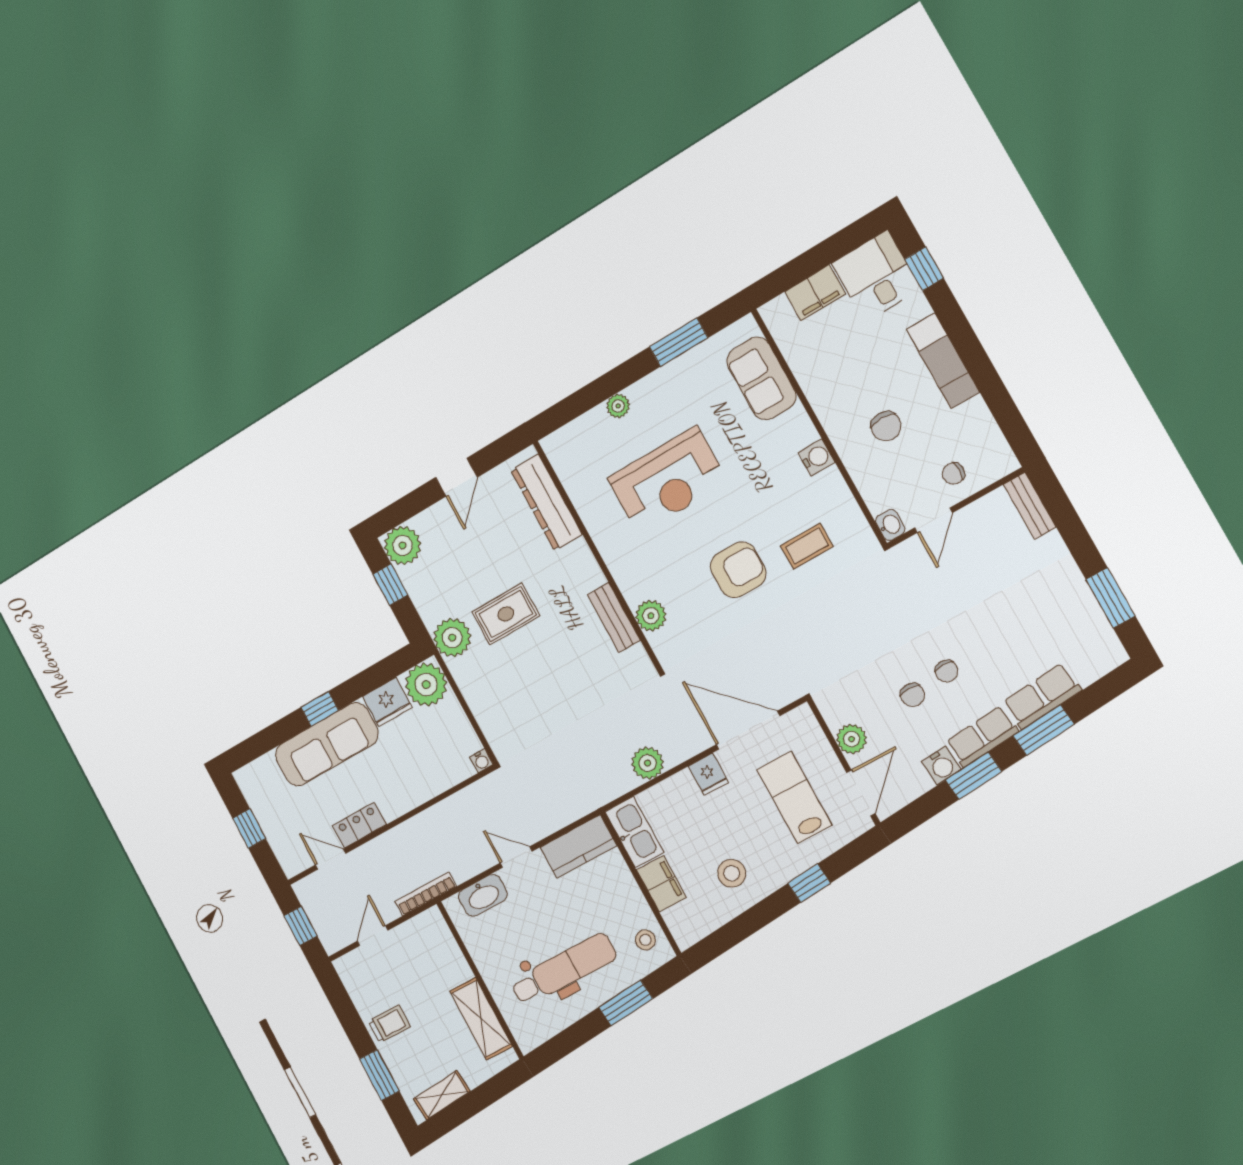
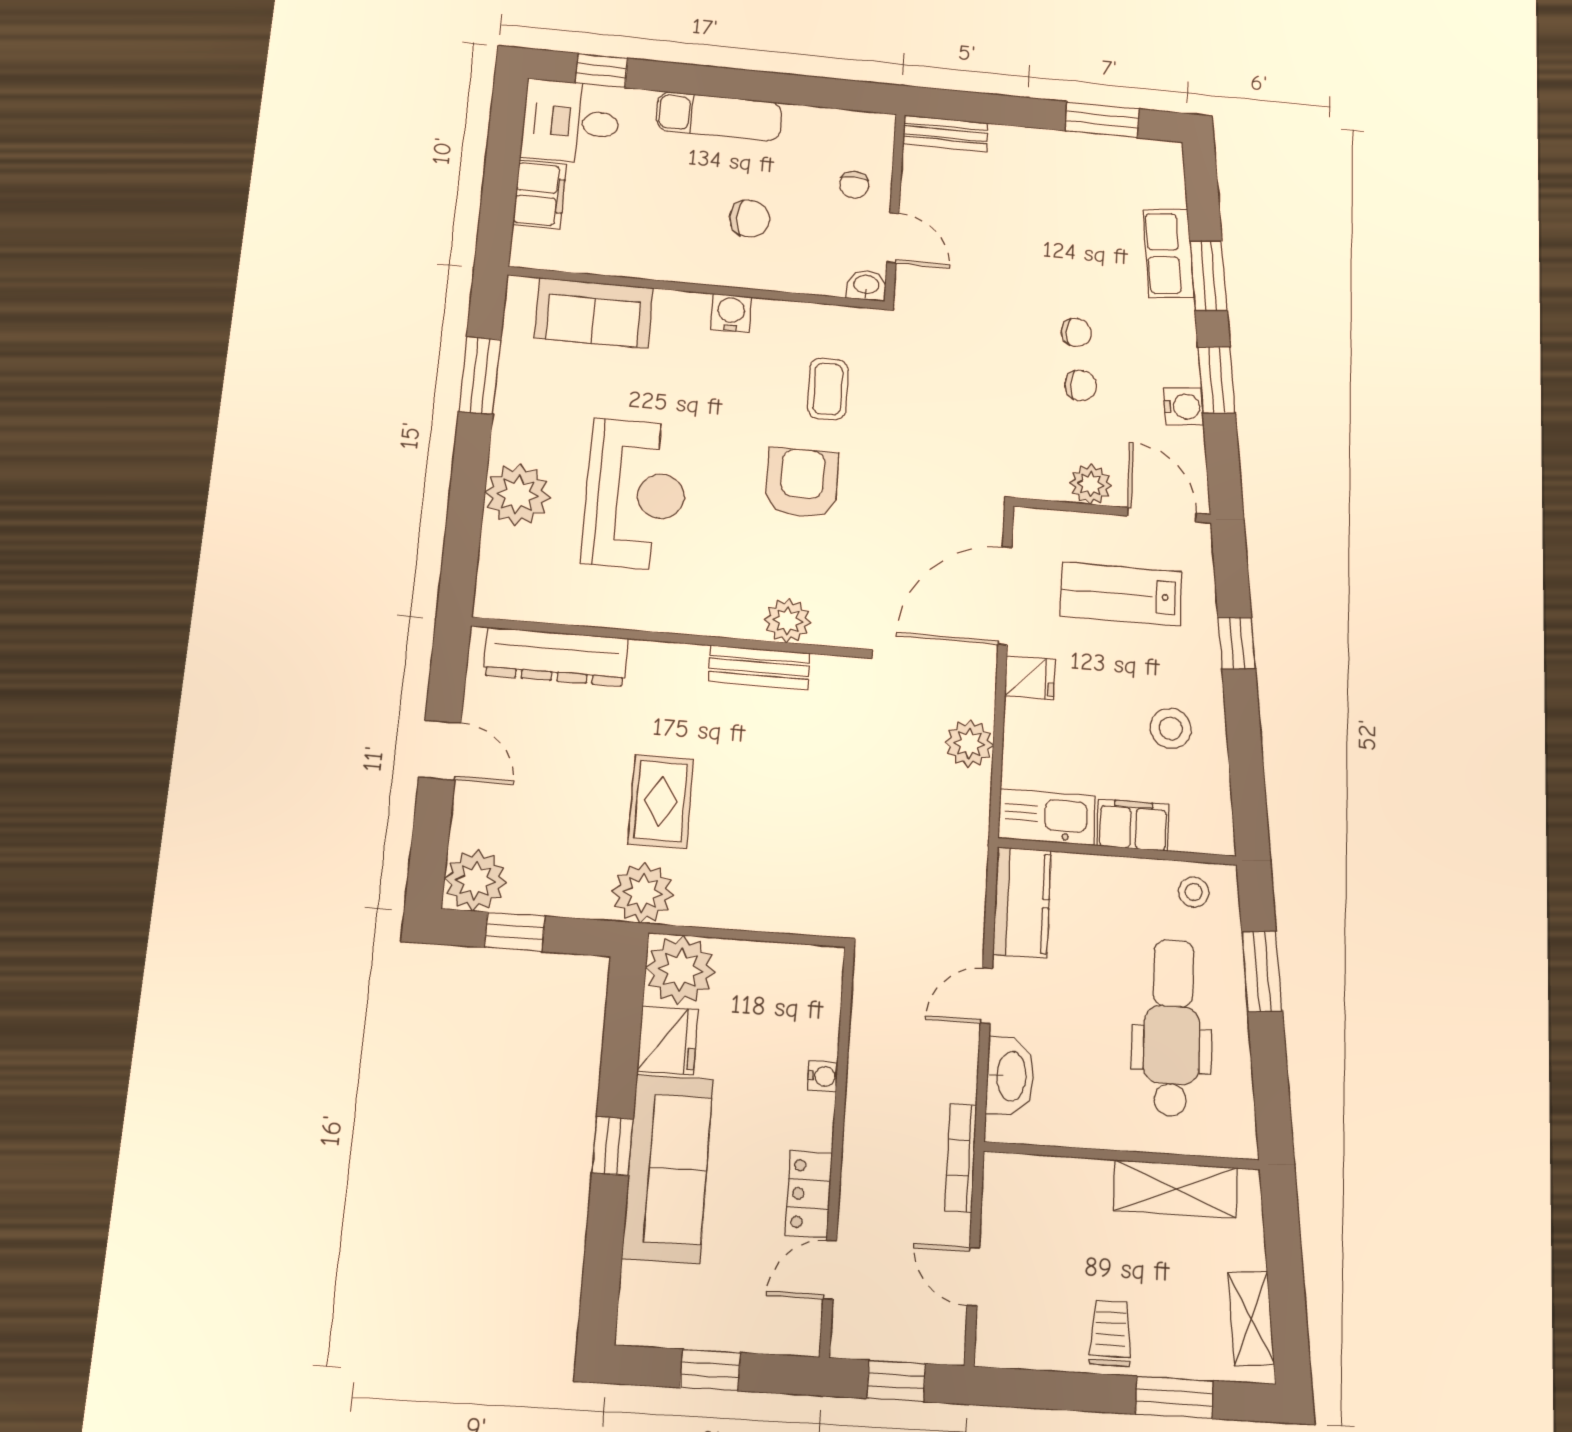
plant: (618, 406) -> (518, 495), width x1.87, depth x1.87
row of seats: (982, 737) -> (1176, 343), removed
water cooler: (481, 761) -> (823, 1076), moved

